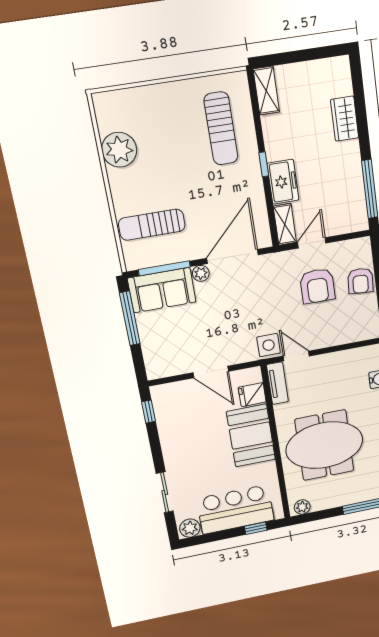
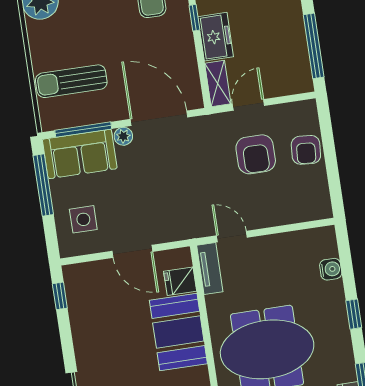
door: (233, 257) -> (159, 118), hinge flipped
side table: (269, 345) -> (83, 219), moved

